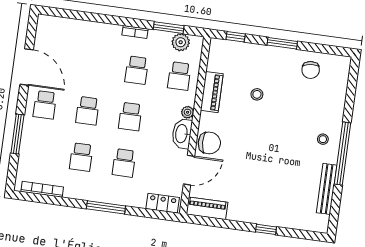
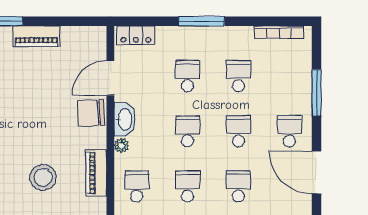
school desk: (94, 64) -> (238, 186), added
stool: (257, 94) -> (43, 177), width x1.89, depth x1.89
piano: (207, 208) -> (36, 36), moved

